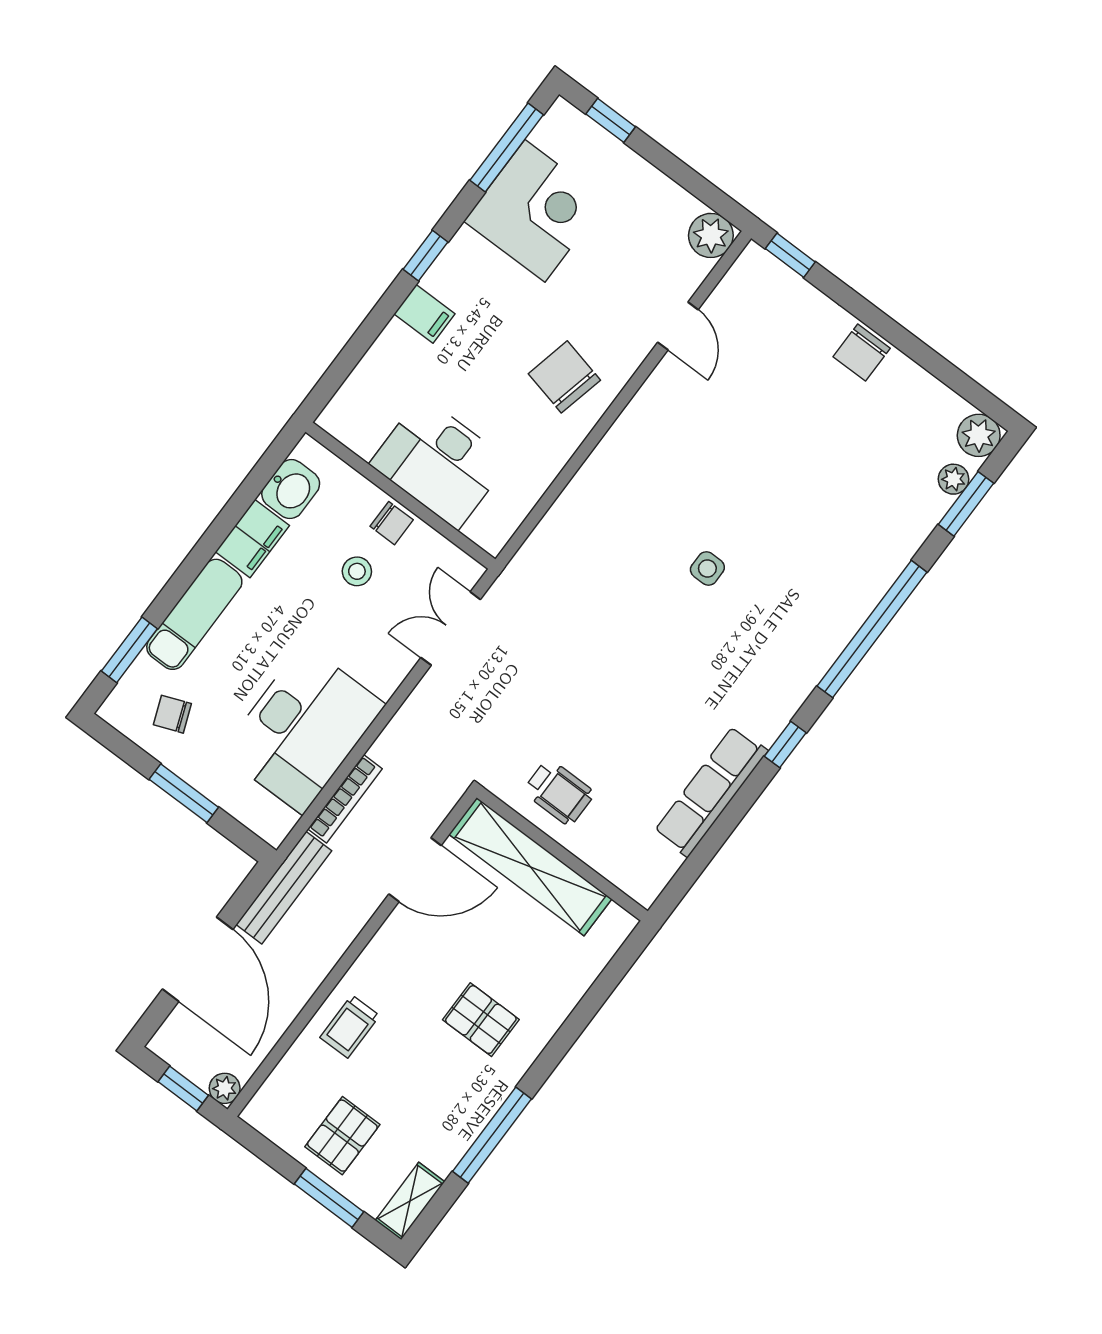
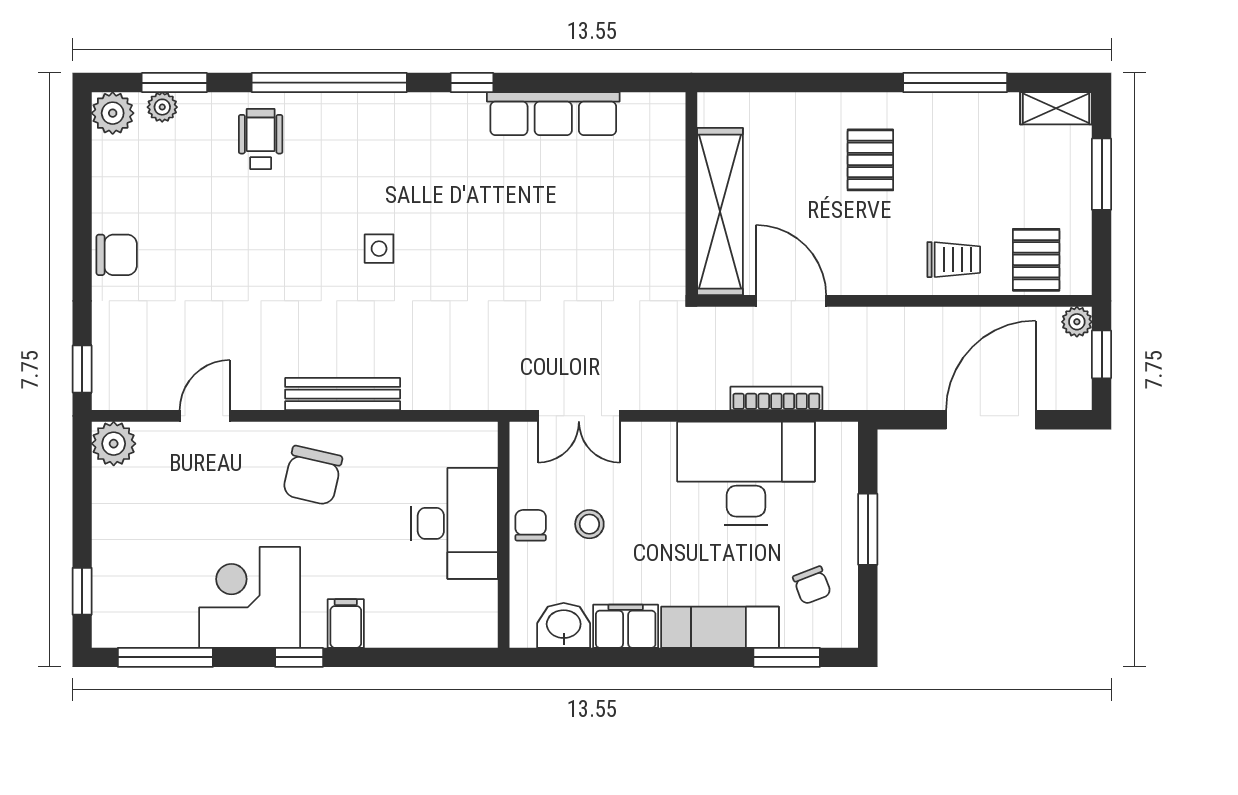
corner desk: (535, 211) -> (250, 597), moved
wheelchair: (559, 792) -> (261, 139), moved
bench: (284, 888) -> (343, 394), moved
pallet: (342, 1136) -> (1036, 260), moved, turned 90

